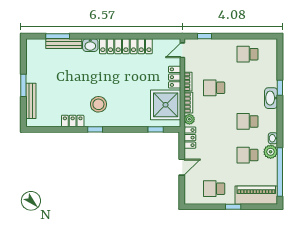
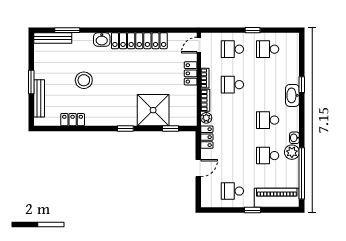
window: (204, 36) -> (253, 30), moved
bench: (64, 44) -> (53, 38), moved
school desk: (214, 54) -> (232, 49), added
stool: (98, 104) -> (84, 80), moved
shower: (166, 105) -> (153, 110), moved
locker: (73, 121) -> (73, 120), moved
window: (95, 129) -> (125, 129), moved

